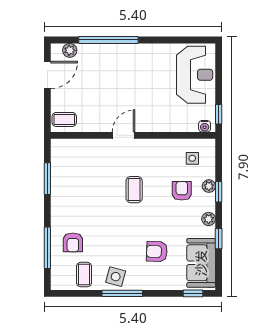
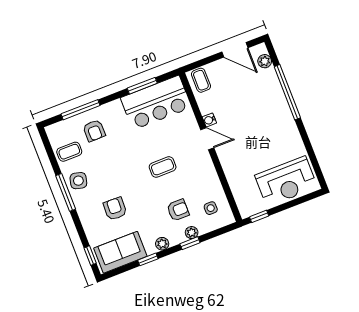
water cooler: (205, 126) -> (209, 120), moved
bar counter: (69, 172) -> (156, 103), added
armchair: (73, 242) -> (94, 131), turned -90

